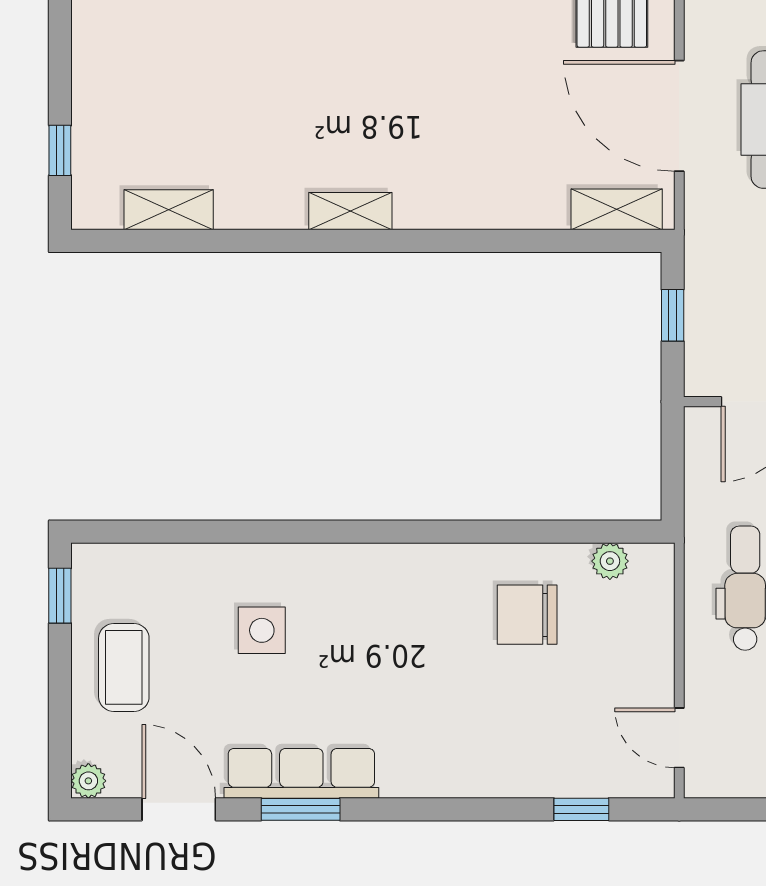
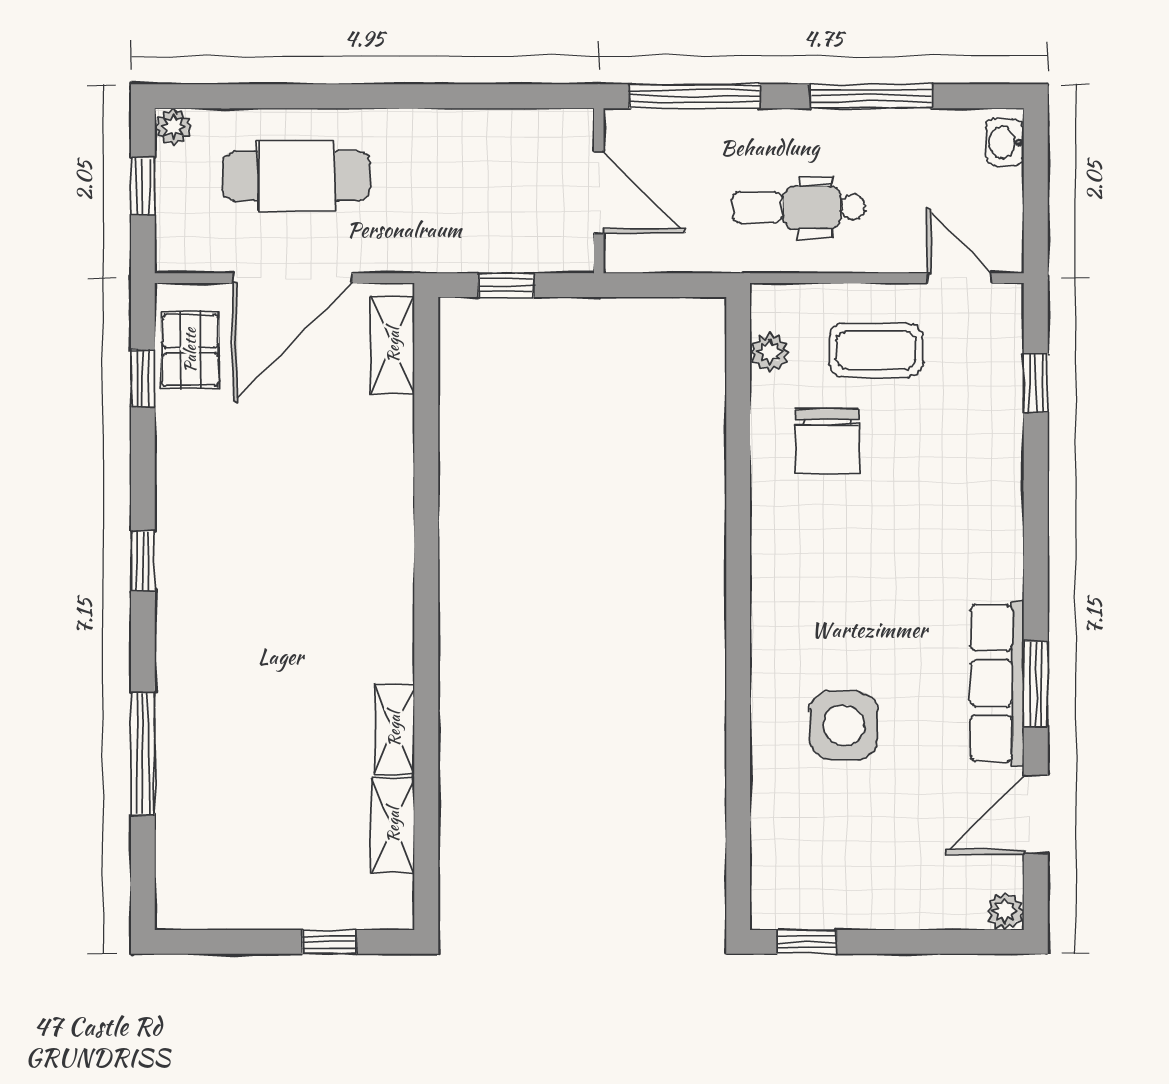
shelving: (350, 211) -> (394, 729), moved
side table: (262, 630) -> (844, 725), width x1.37, depth x1.37
coffee table: (124, 667) -> (876, 350), moved
door: (679, 738) -> (959, 278), swing flipped

